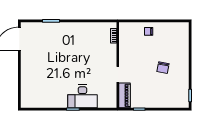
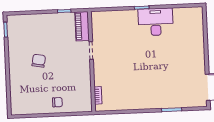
desk: (82, 96) -> (156, 22), moved

